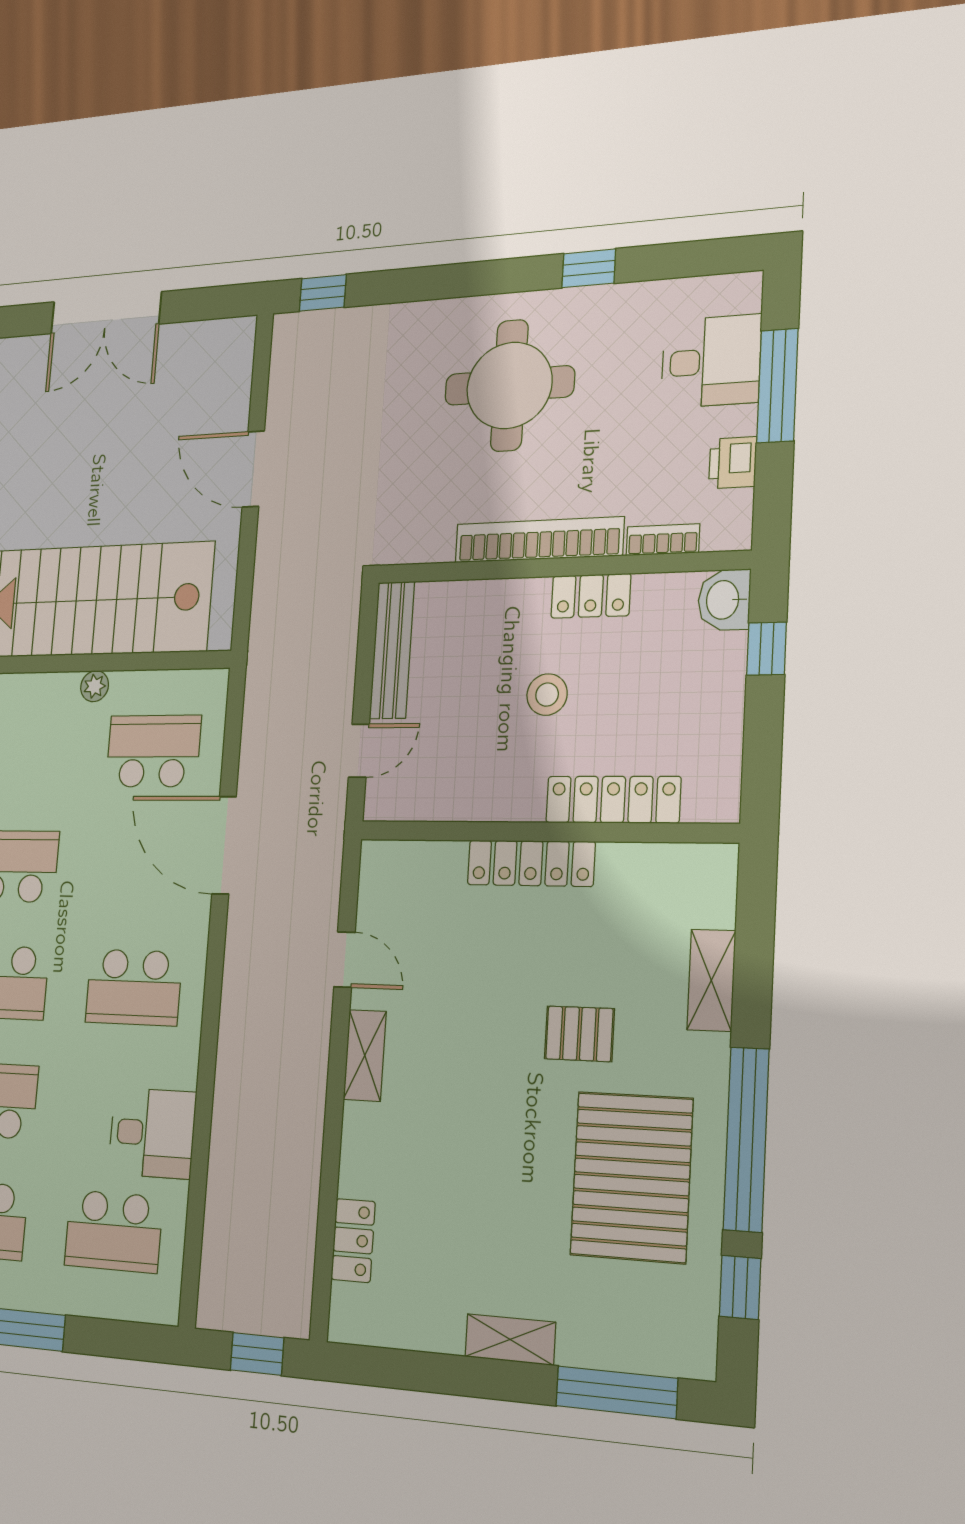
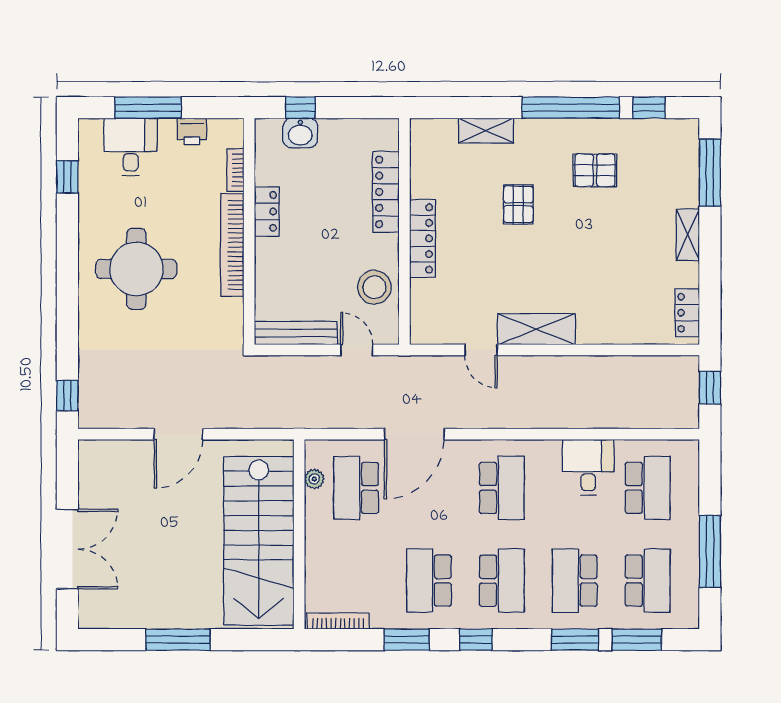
window: (589, 268) -> (67, 177), moved
washbasin: (724, 600) -> (300, 133), moved
plant: (95, 686) -> (314, 479), moved
stool: (547, 695) -> (374, 287), moved, width x1.38, depth x1.38
door: (345, 960) -> (481, 350), swing flipped
shelving: (365, 1056) -> (536, 329), width x1.50, depth x1.33
pallet: (631, 1177) -> (595, 170), width x0.49, depth x0.50
locker: (353, 1240) -> (687, 313), moved, turned -90

